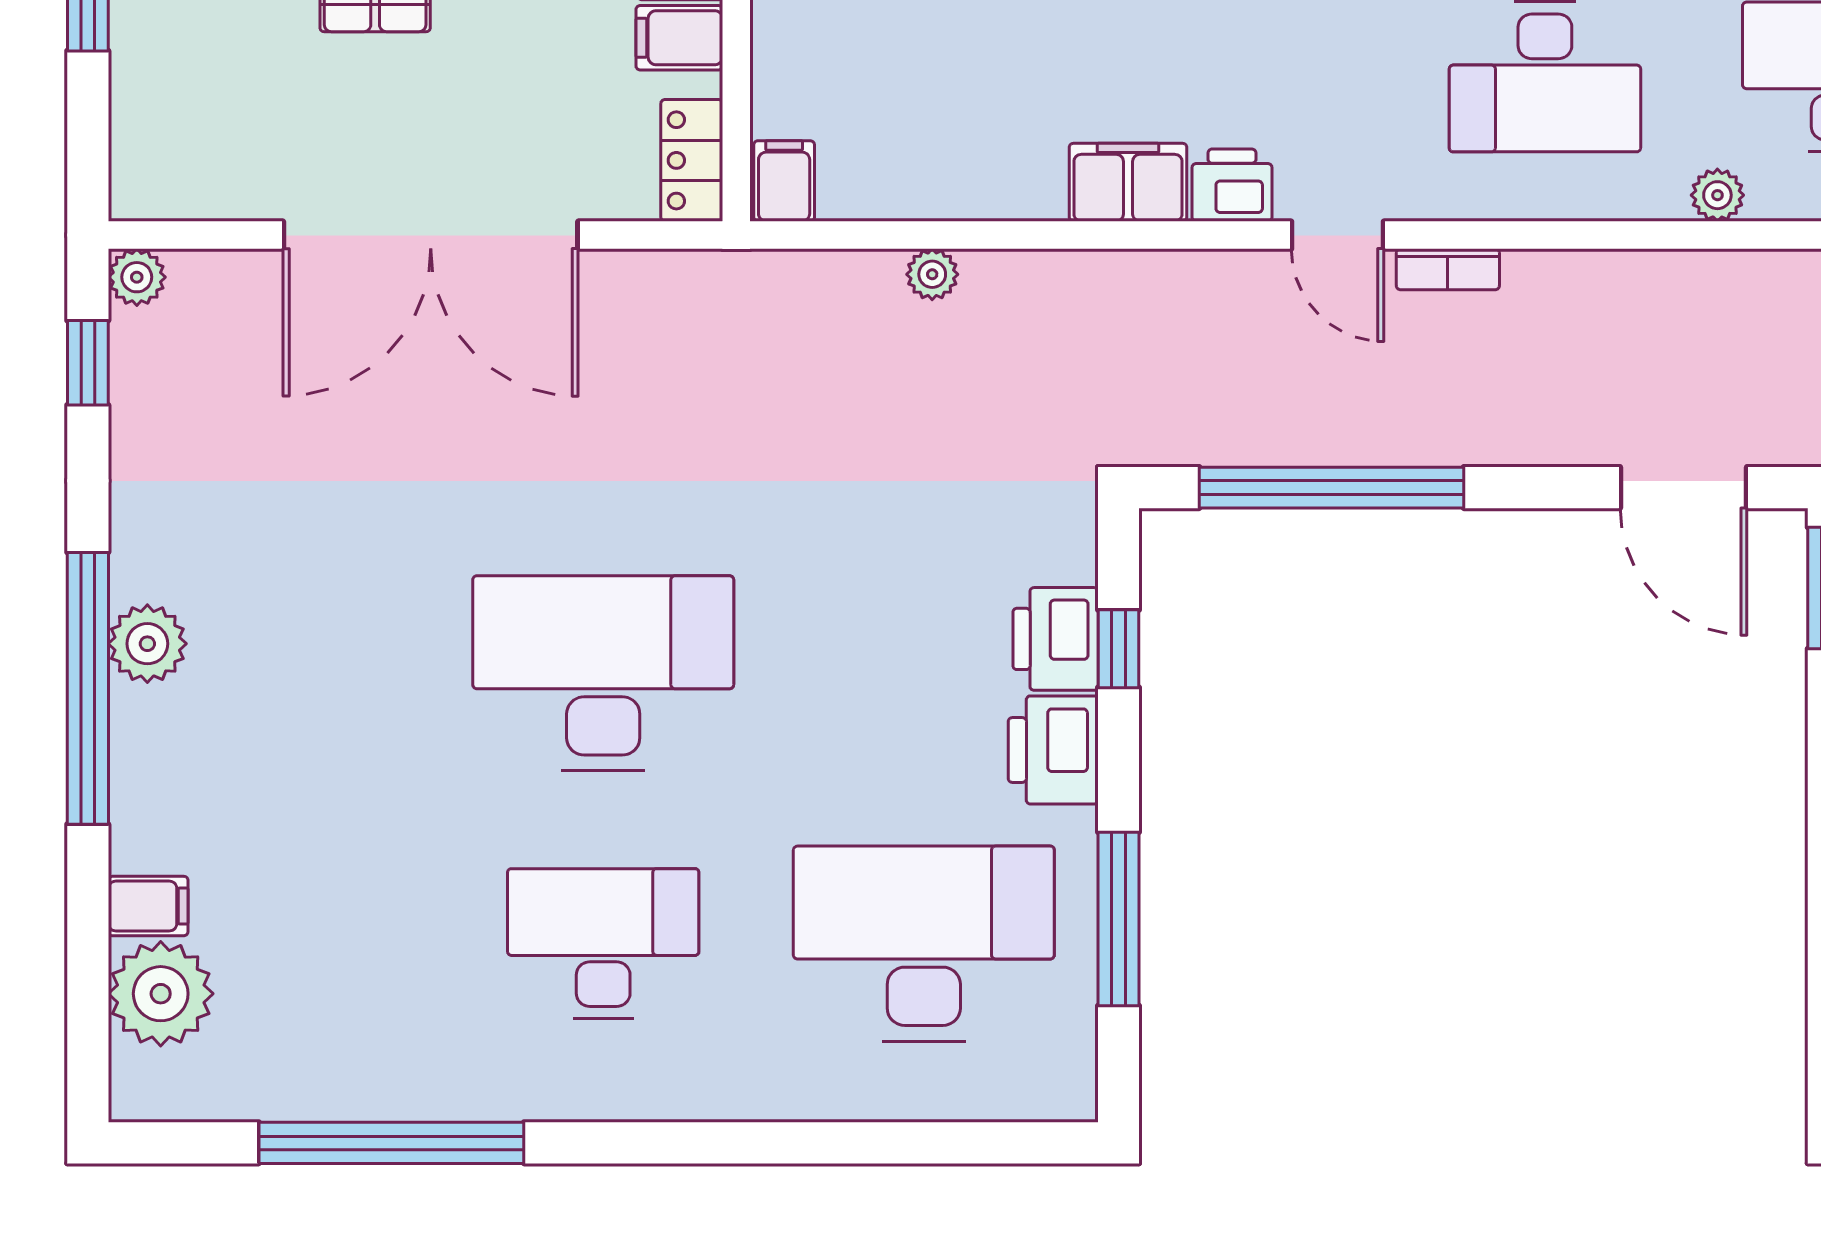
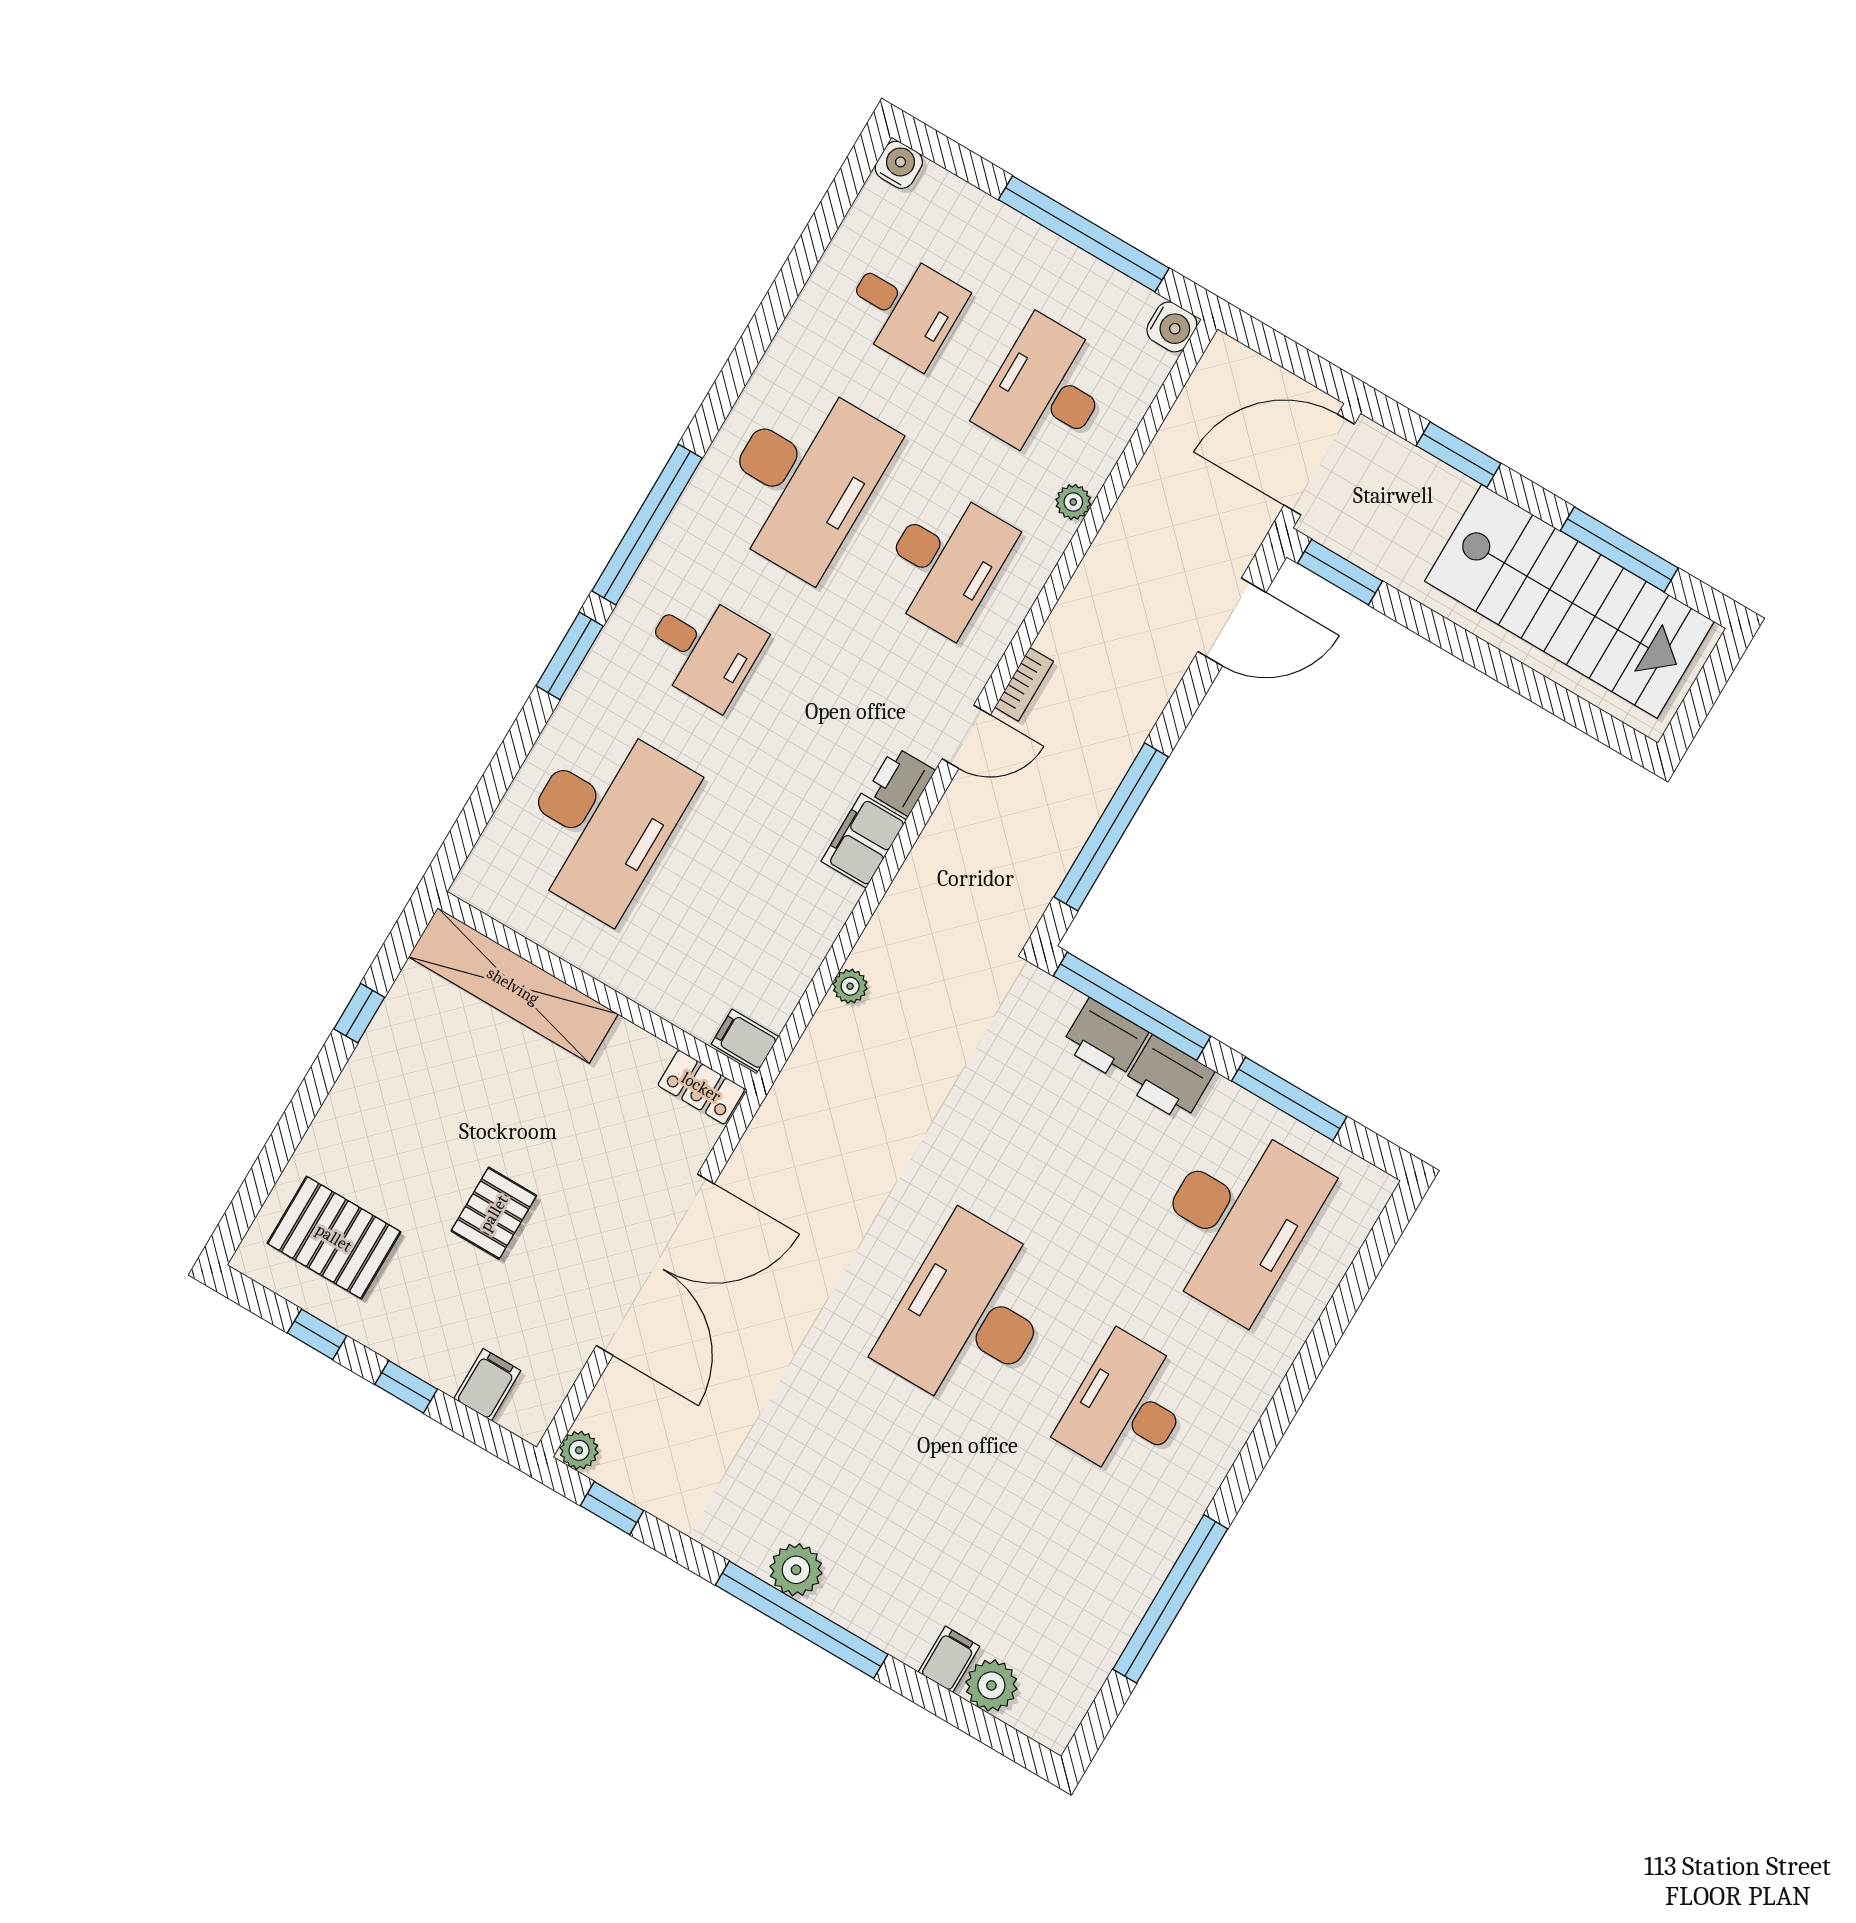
filing cabinet: (679, 38) -> (487, 1385), moved, turned 180
window: (1118, 649) -> (1132, 1006), width x3.17
desk: (924, 944) -> (1237, 1221), turned 180
plant: (161, 994) -> (991, 1685), width x0.73, depth x0.73

